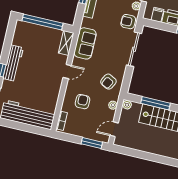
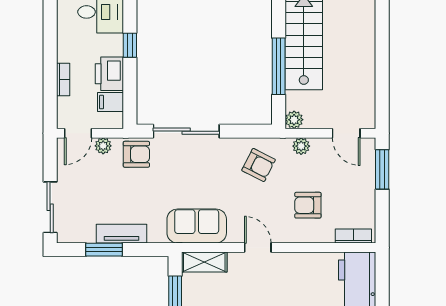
armchair: (128, 22) -> (136, 154), turned -90

